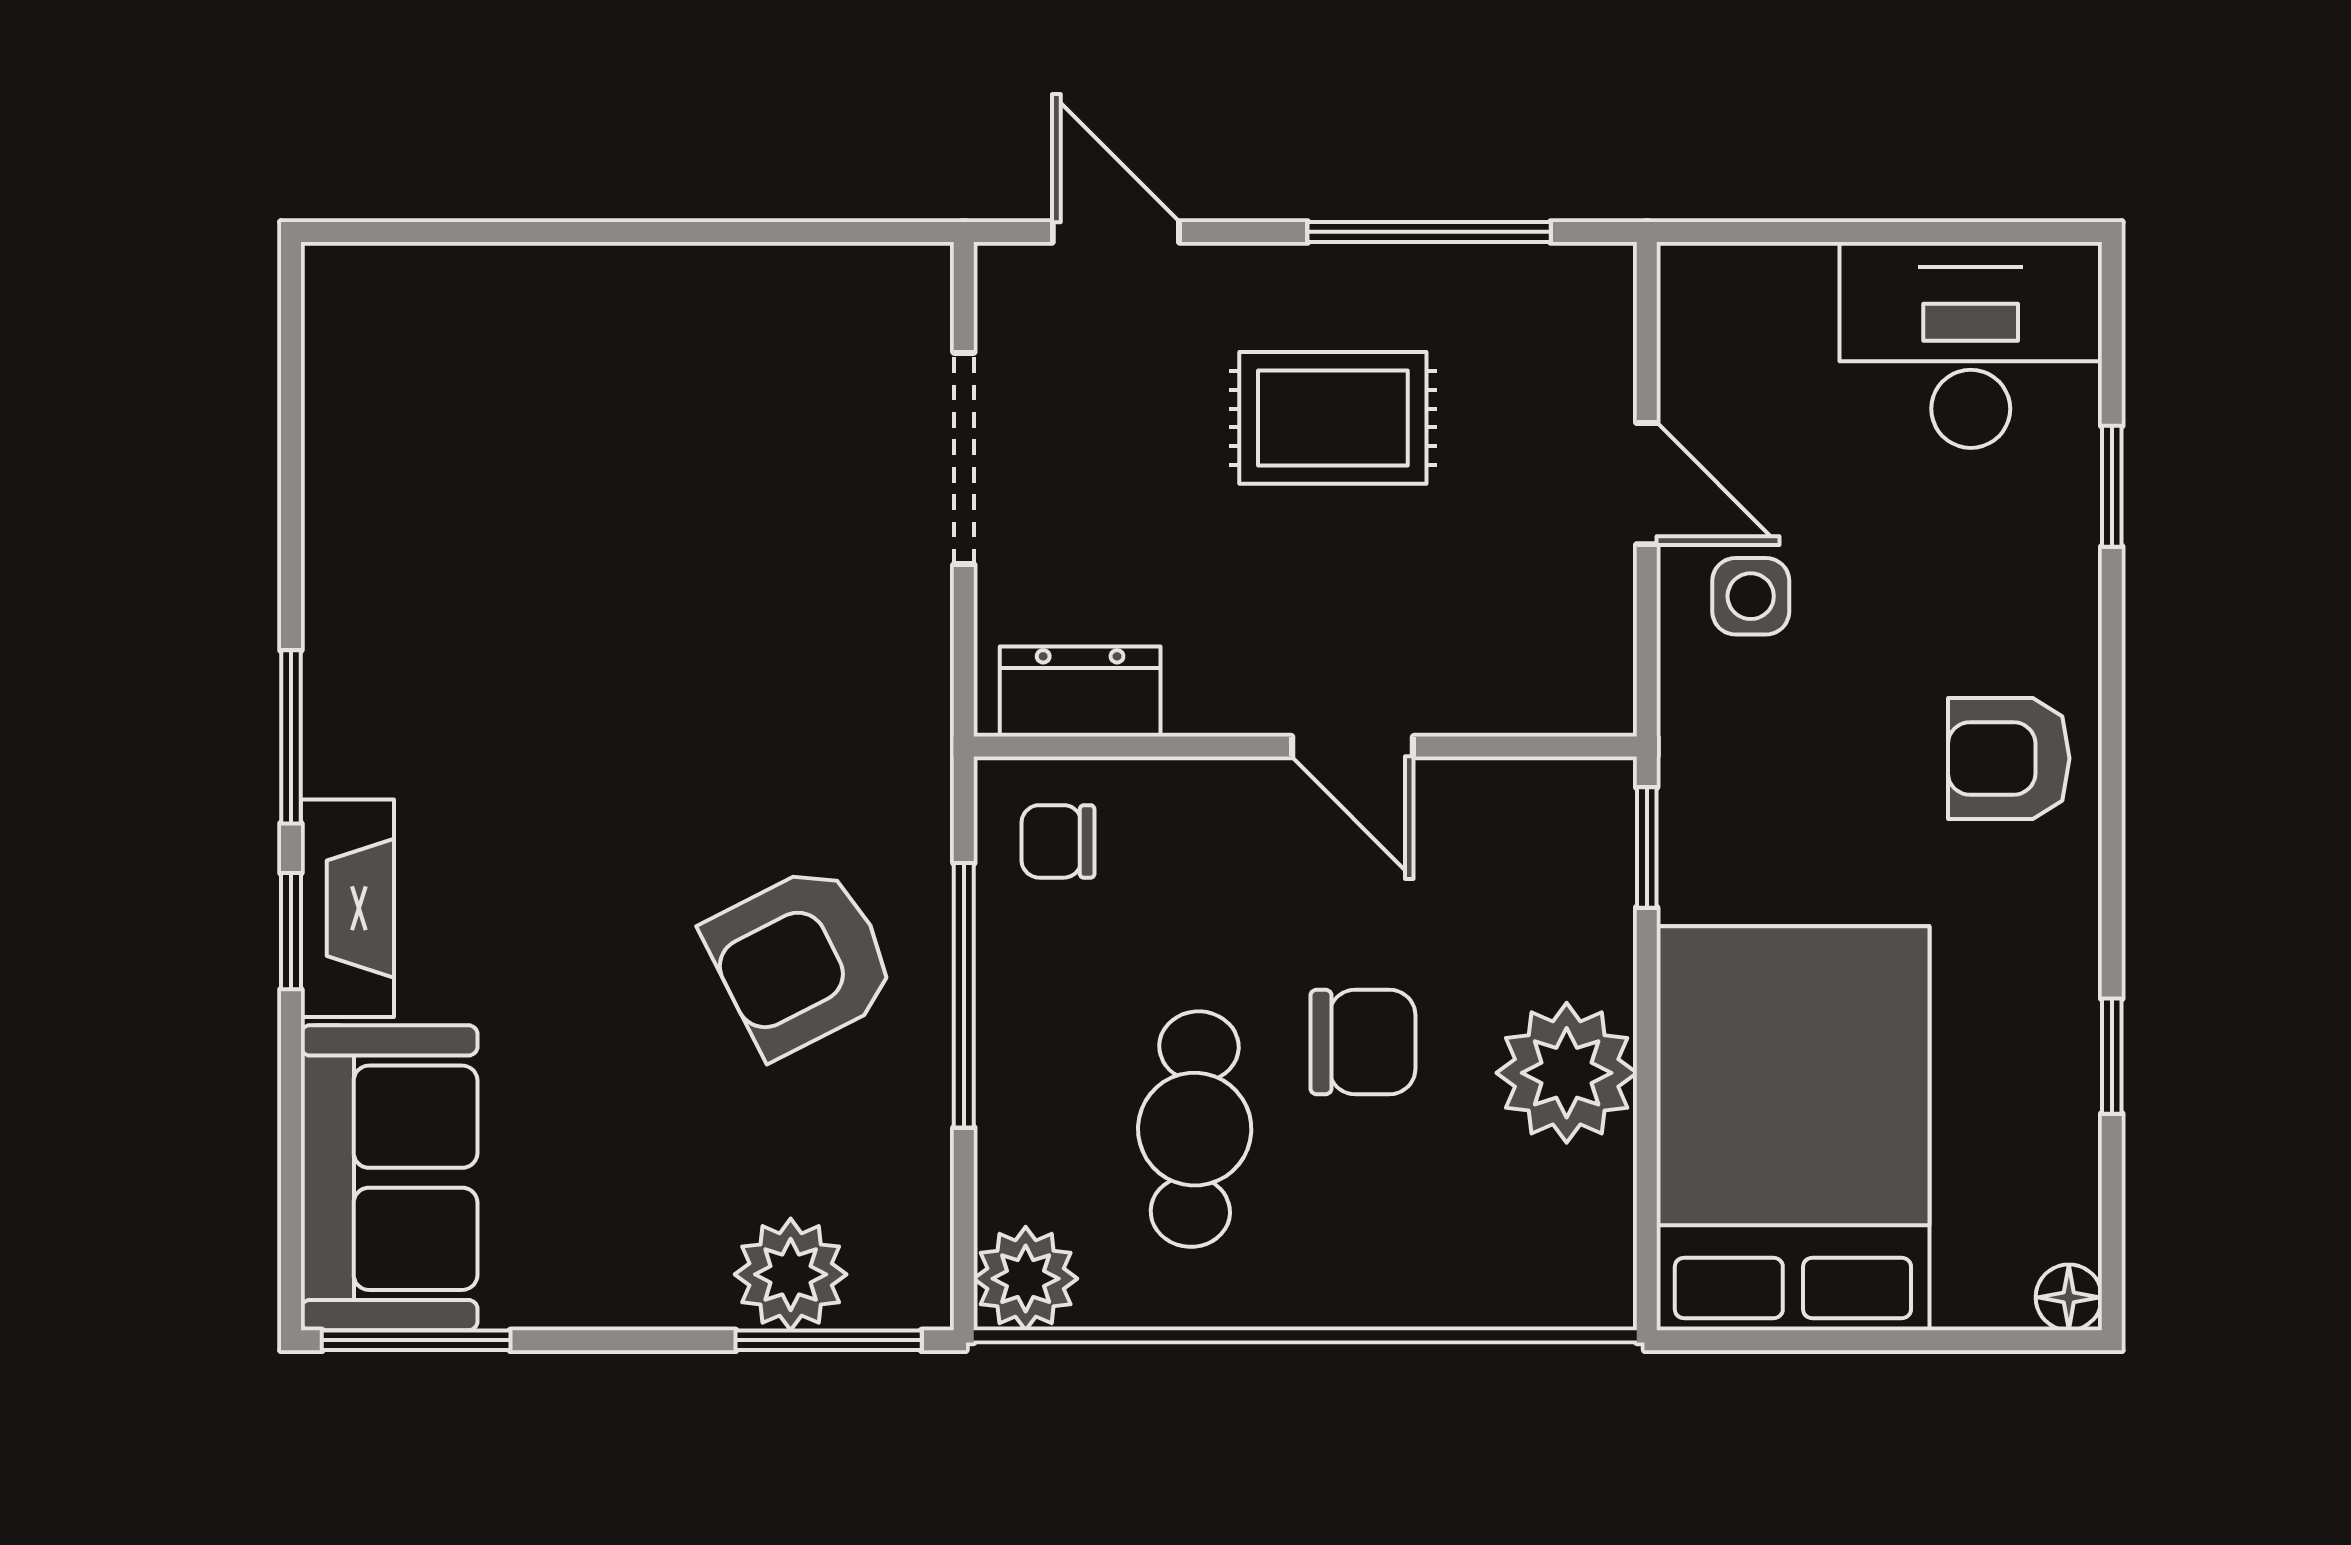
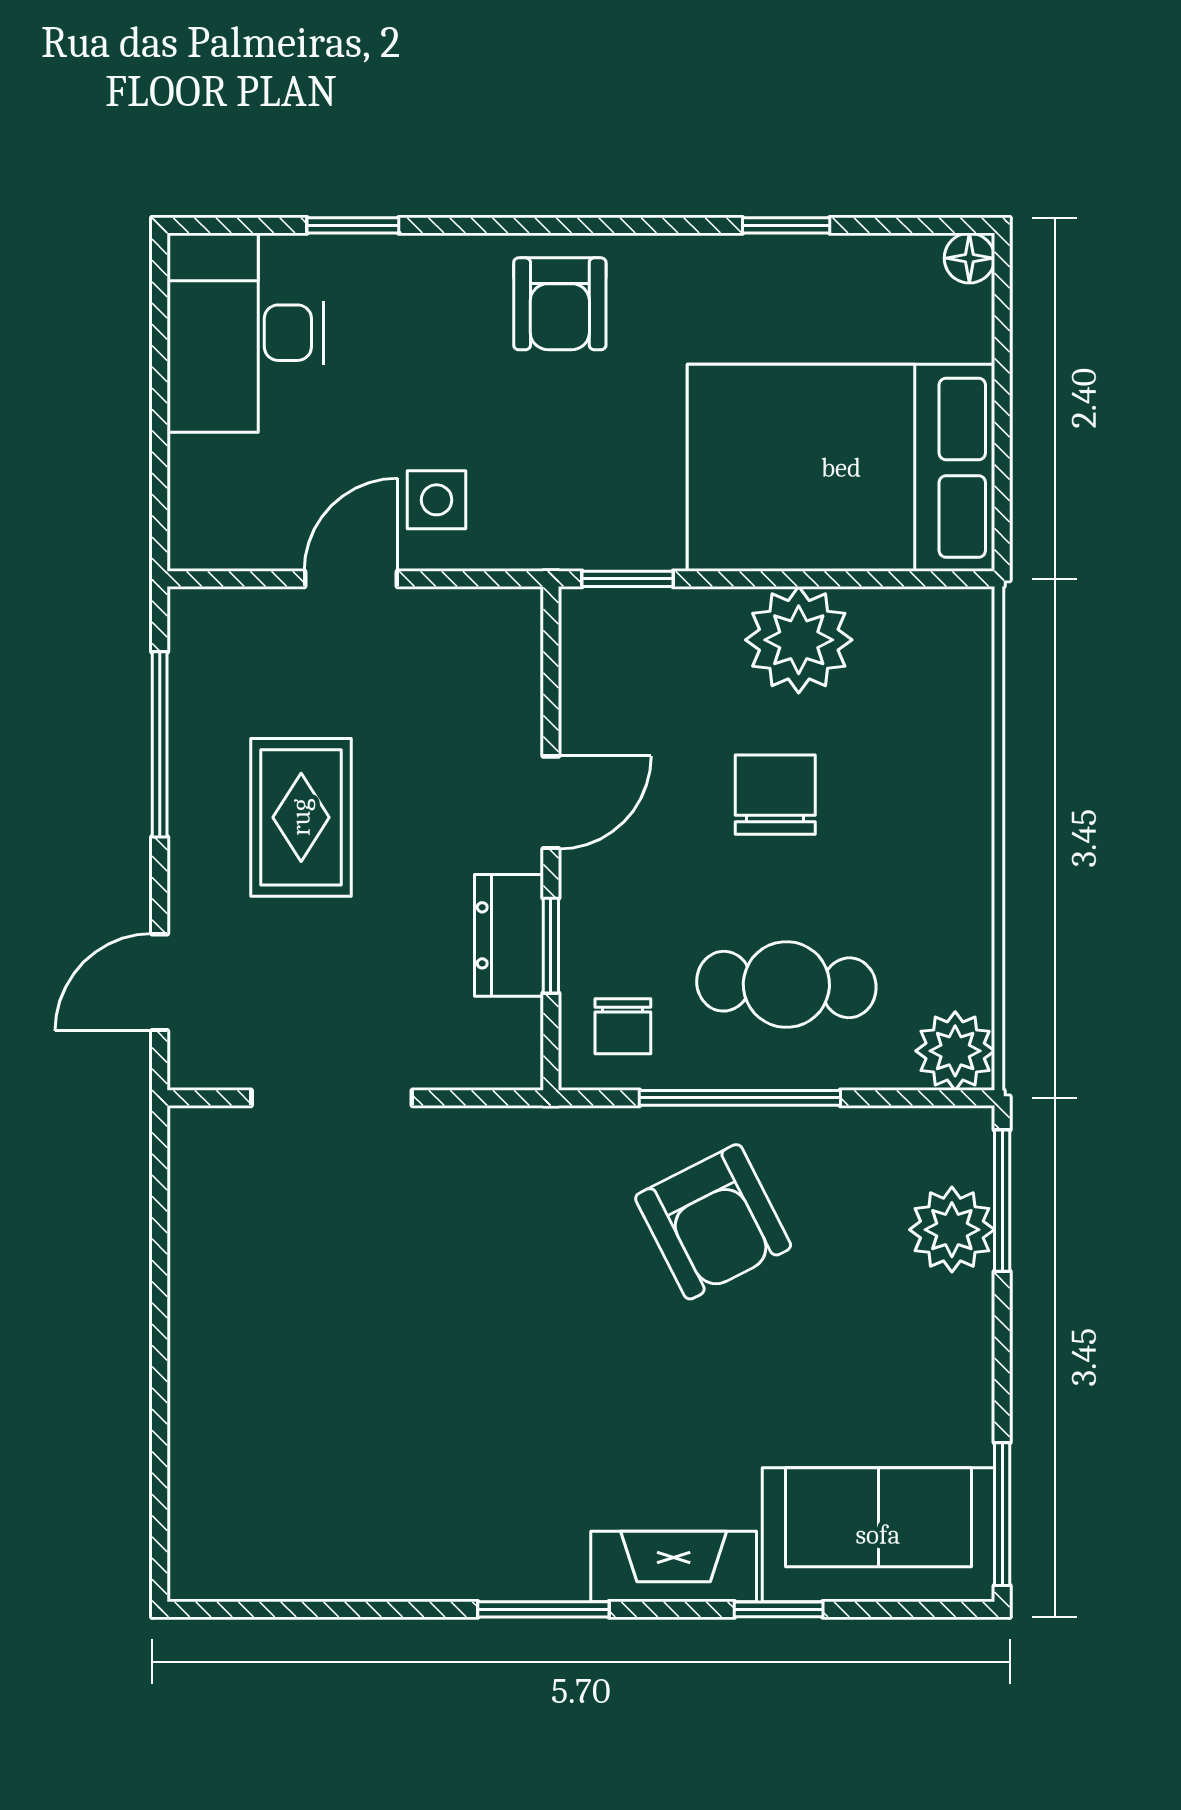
dresser: (1080, 692) -> (509, 935), moved
window: (1164, 747) -> (551, 946), added
window: (291, 931) -> (779, 1609), moved
cafe table: (1195, 1129) -> (786, 984), moved

